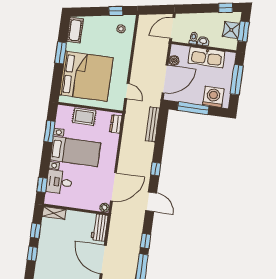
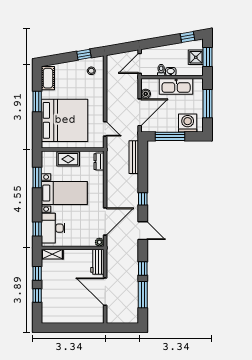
desk: (59, 182) -> (53, 228), width x1.37

